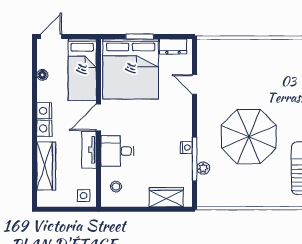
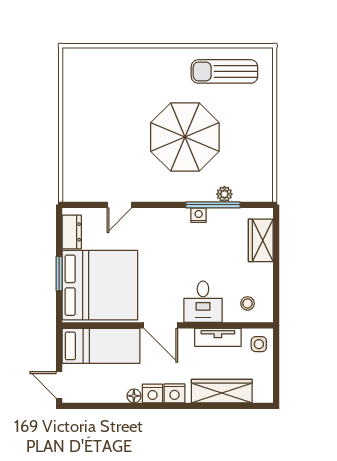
floor lamp: (42, 75) -> (134, 396), moved
tv unit: (89, 150) -> (218, 337), moved

